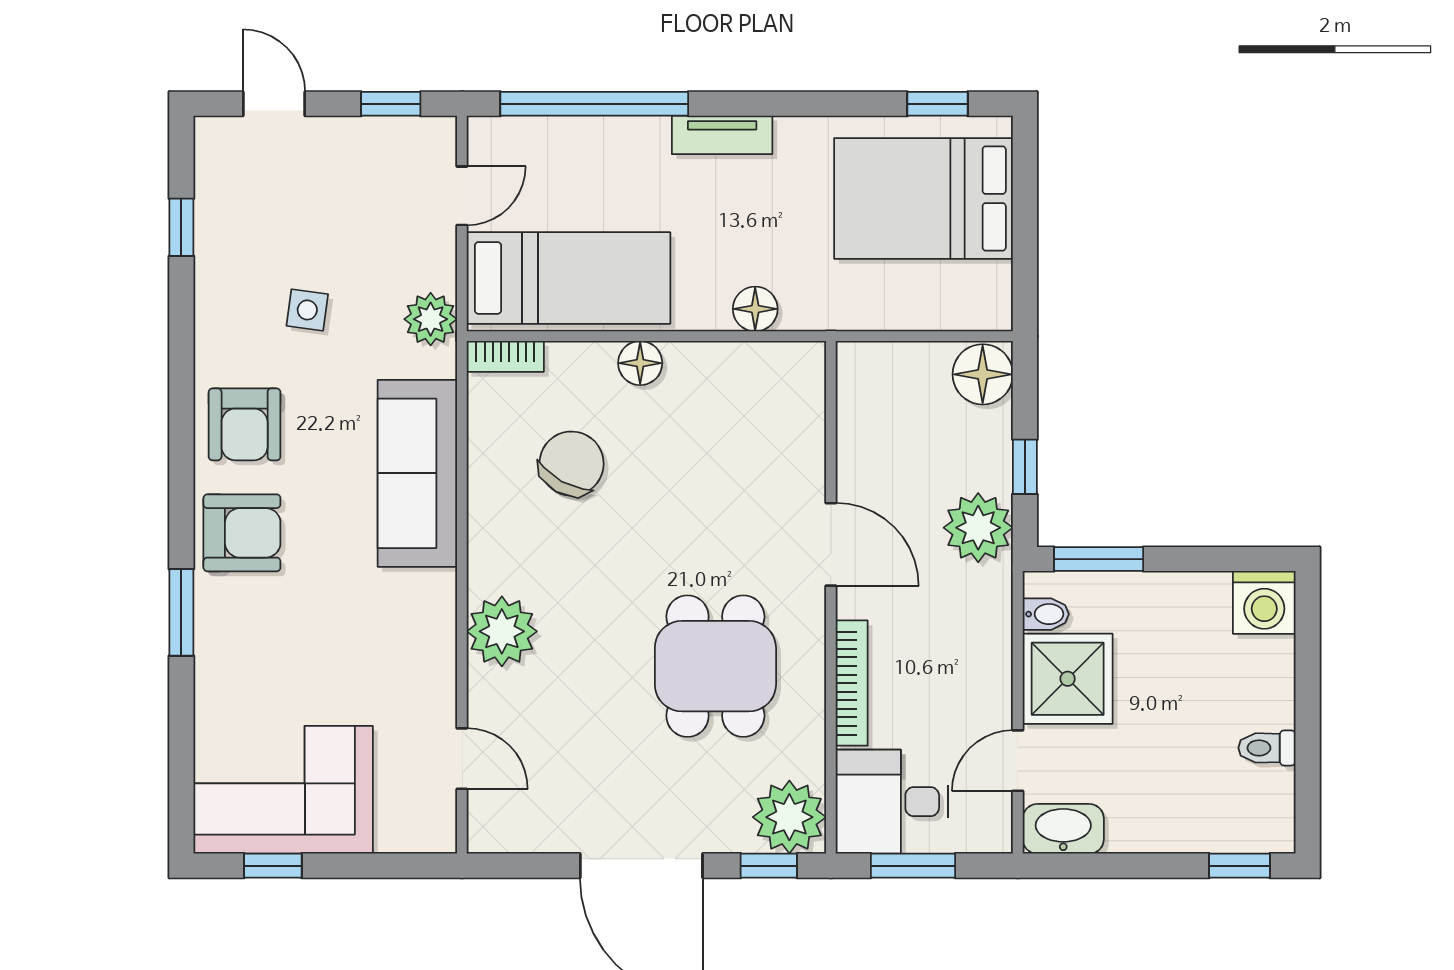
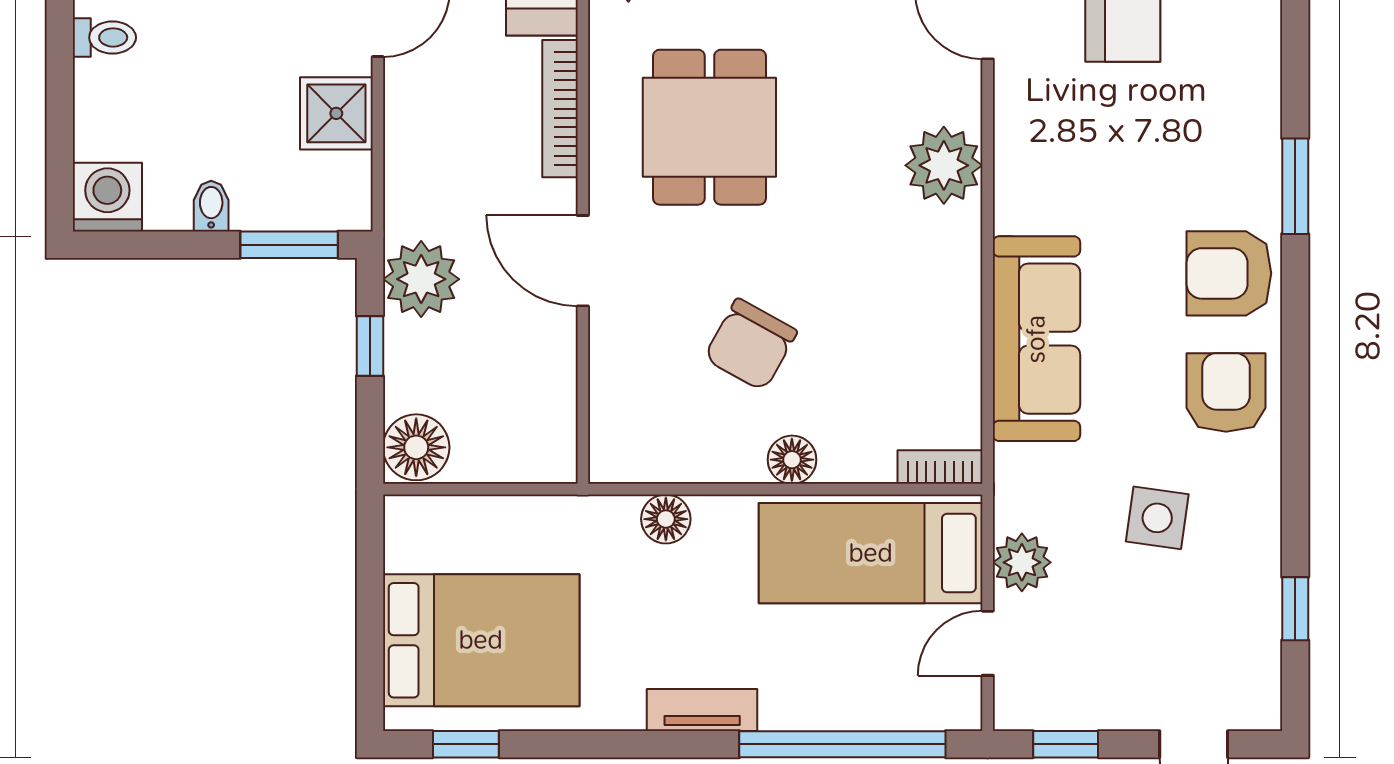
side table: (307, 310) -> (1157, 518), width x1.37, depth x1.37
plant: (431, 319) -> (1022, 562), moved
chair: (572, 464) -> (751, 345), moved
bidet: (1046, 614) -> (211, 206), moved, turned 90
shower: (1068, 679) -> (336, 113), width x0.73, depth x0.73

